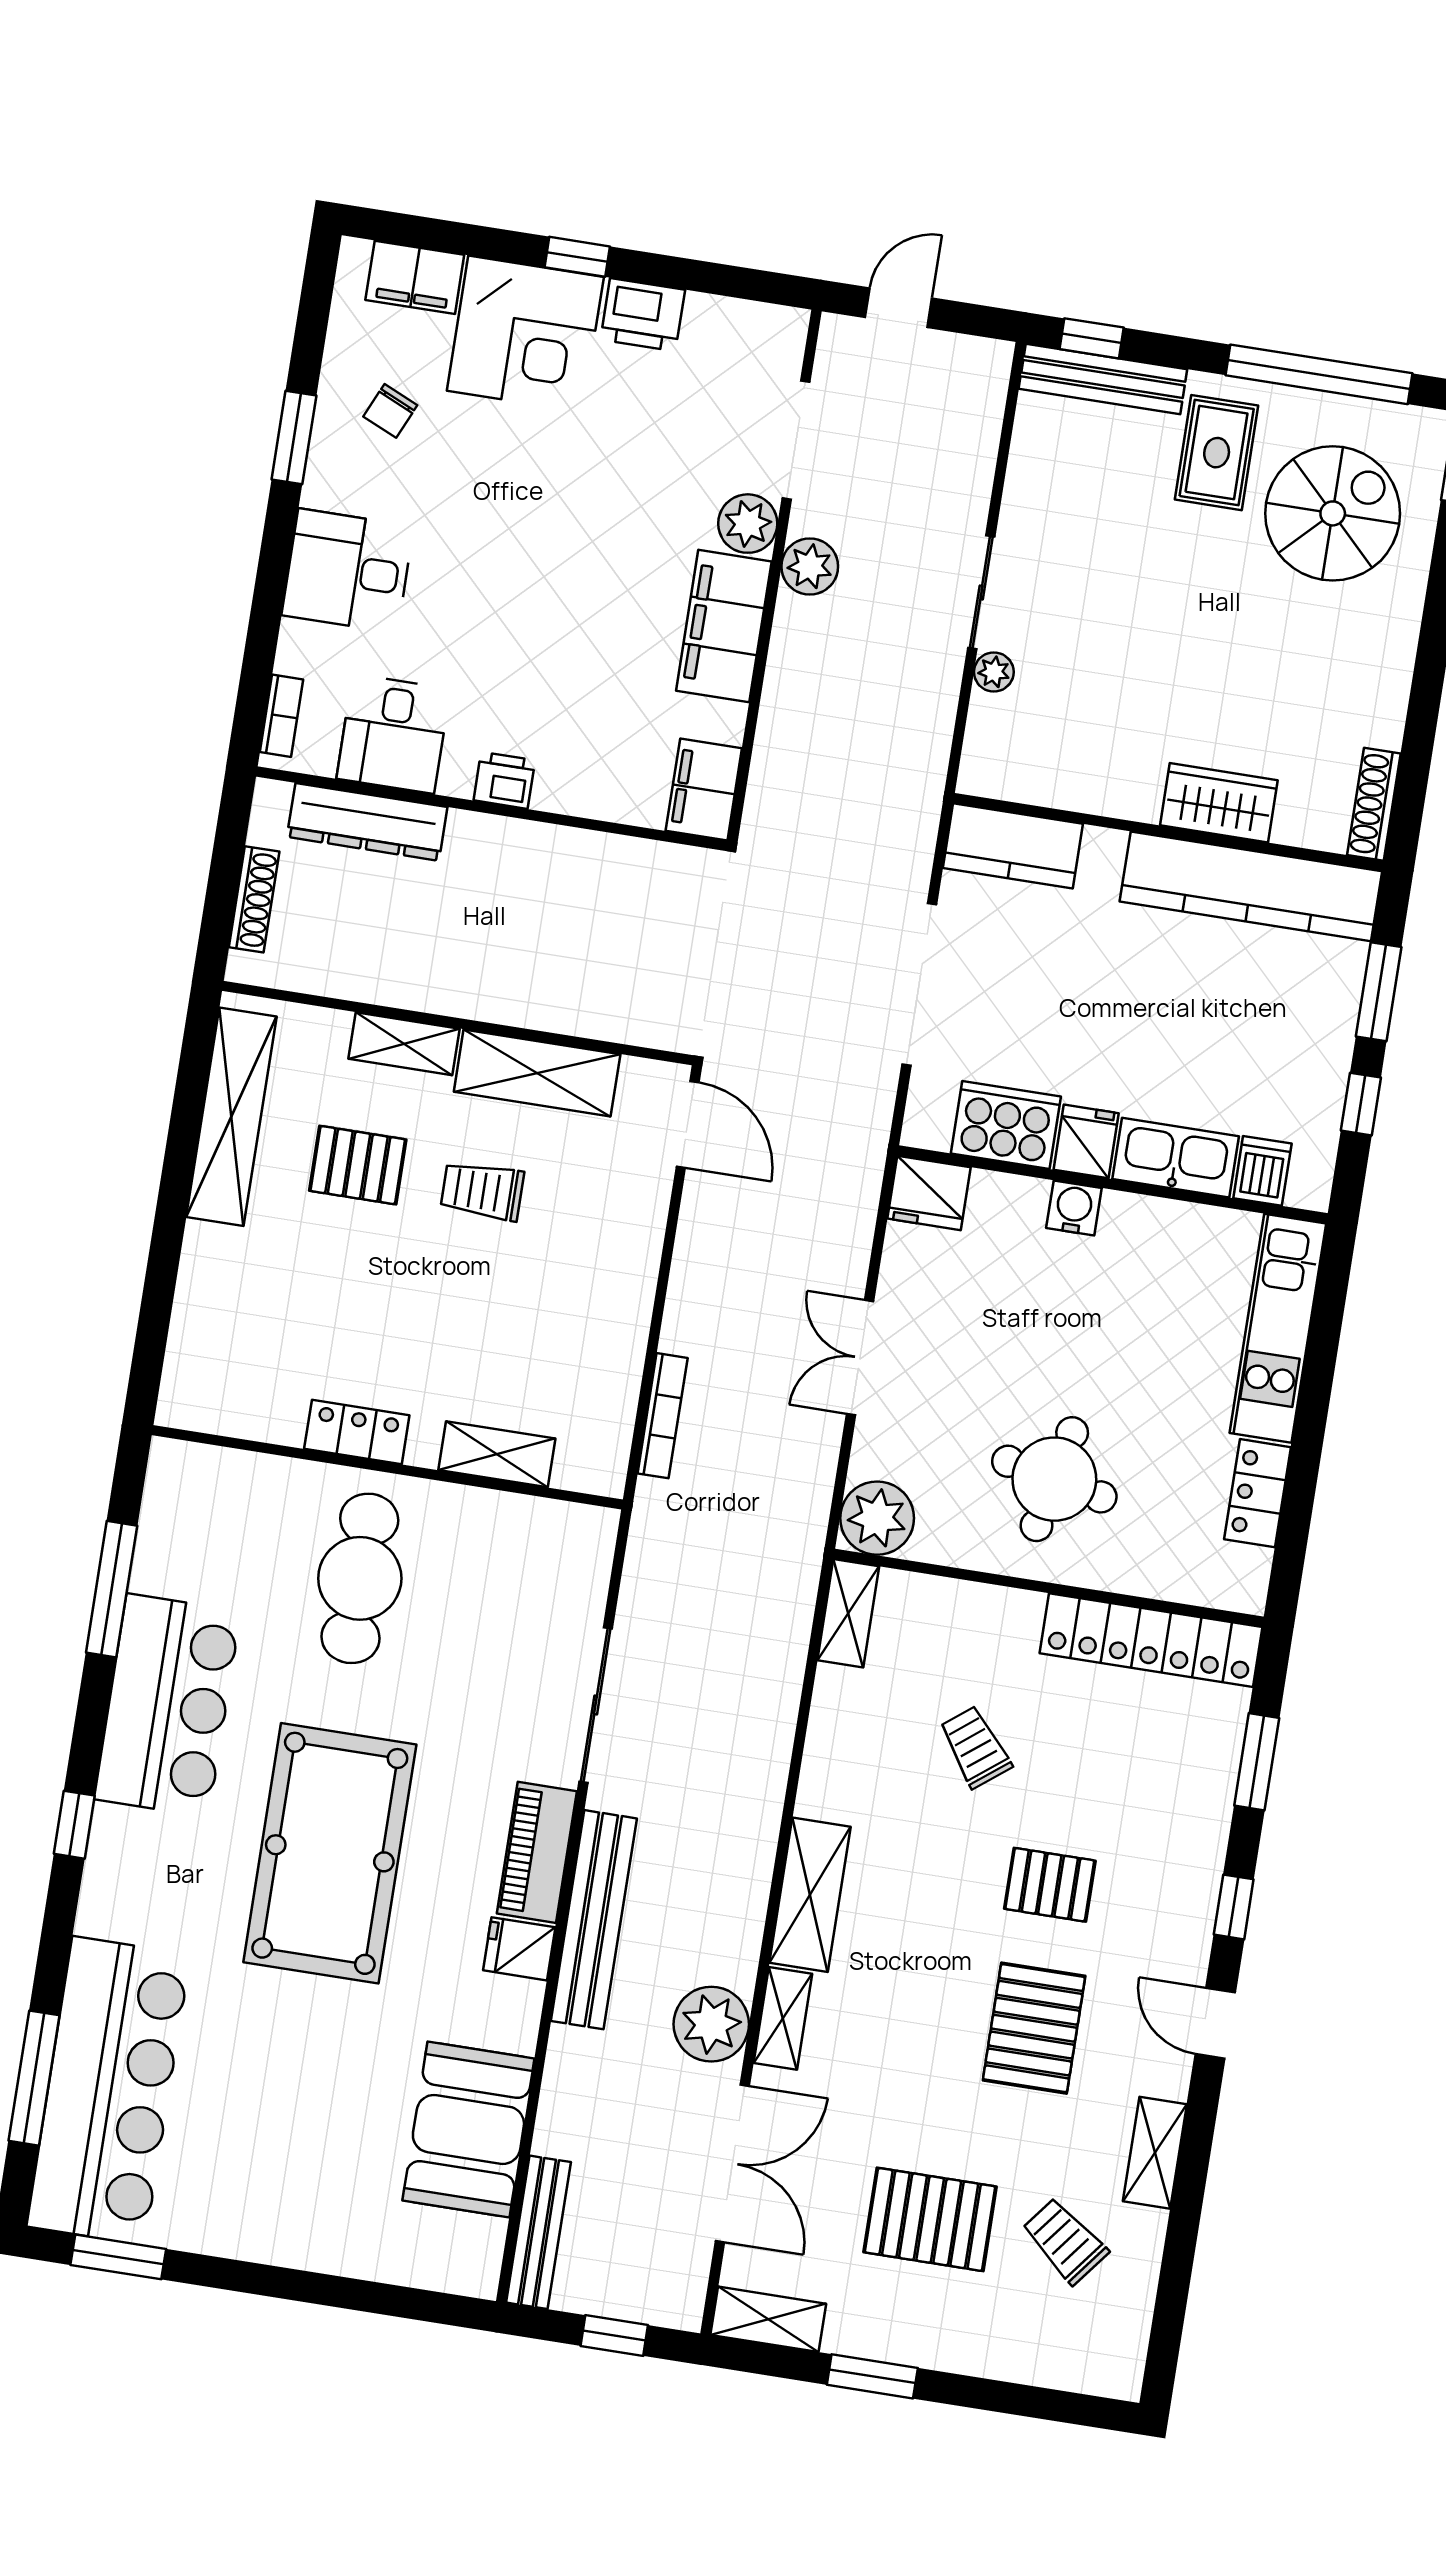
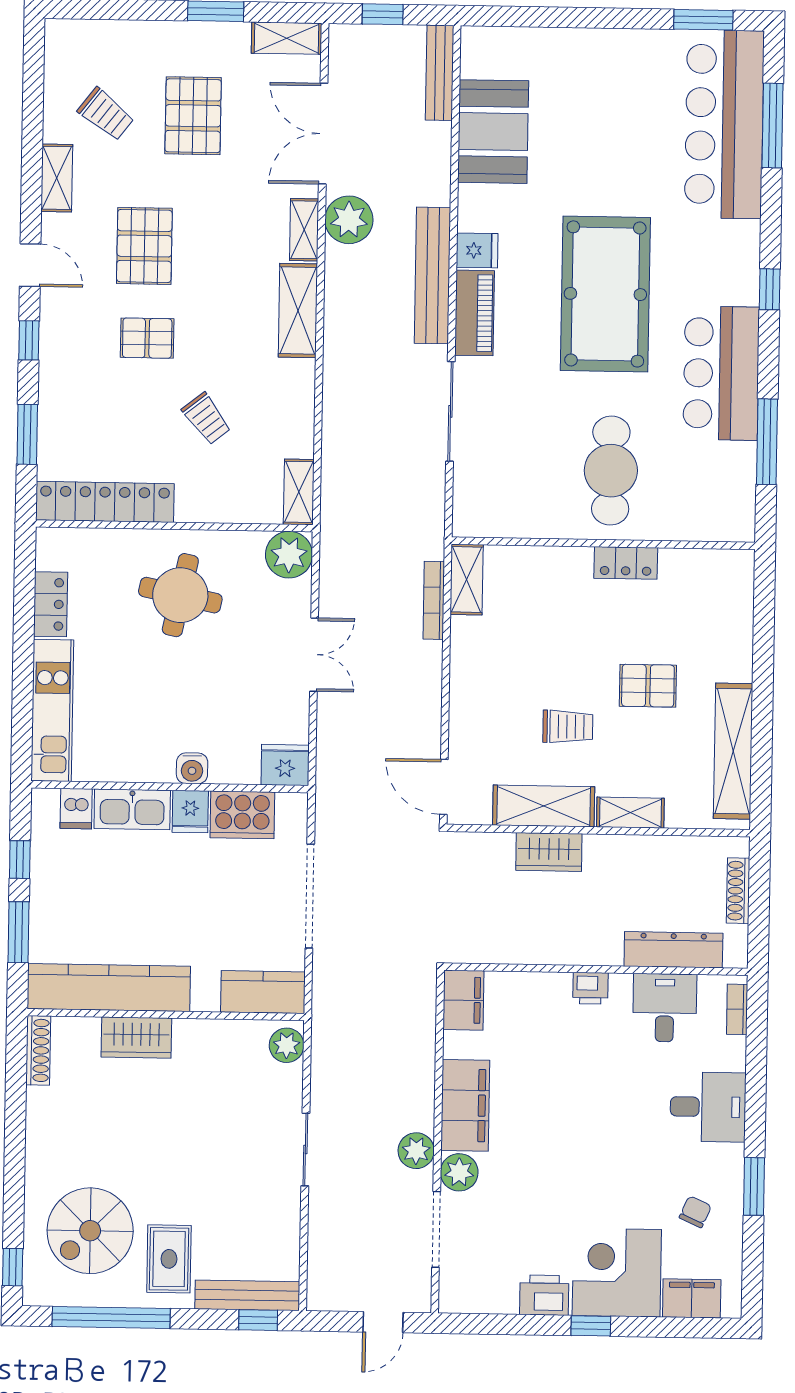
plant: (994, 672) -> (287, 1045), moved, width x1.38, depth x1.38
wardrobe: (539, 1001) -> (549, 852), added
pallet: (358, 1165) -> (648, 686), moved
shelving: (497, 1454) -> (467, 579), moved, turned 90
pallet: (930, 2219) -> (193, 116), turned 90

